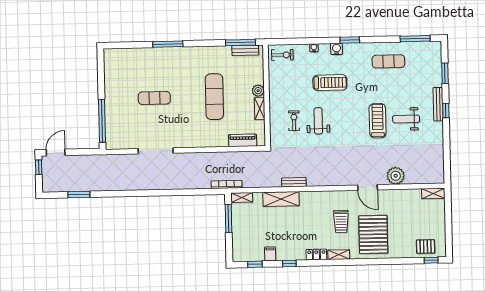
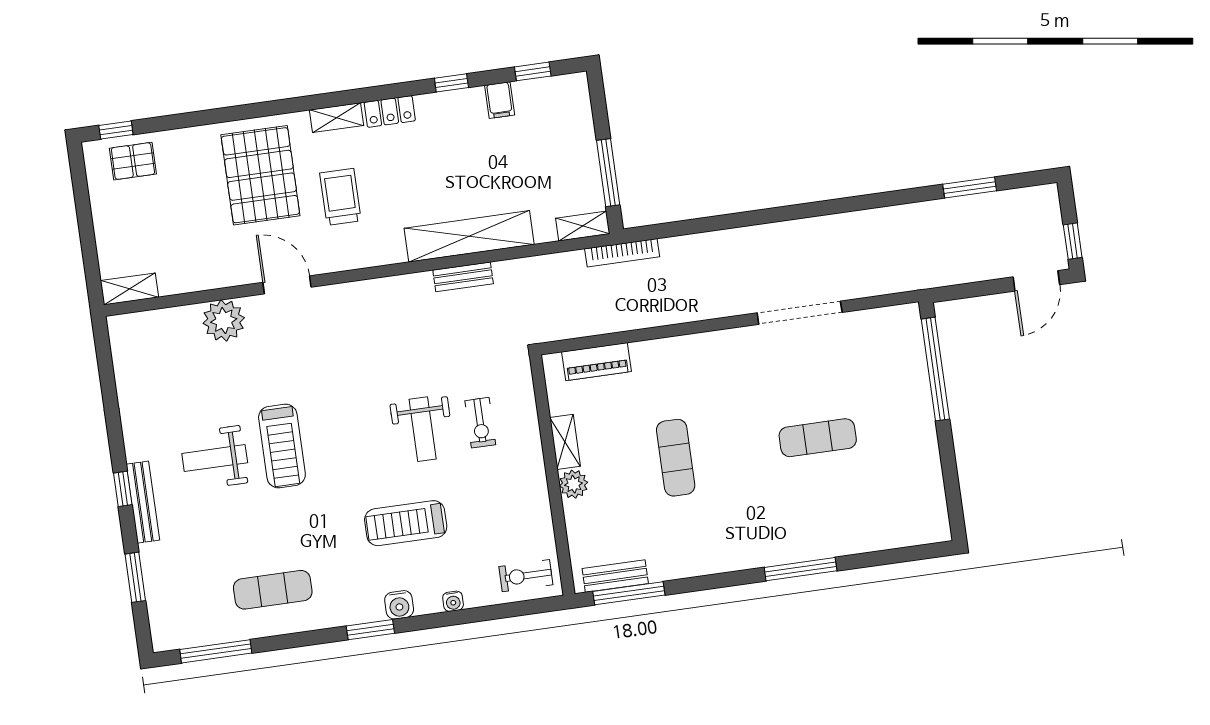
exercise mat: (214, 97) -> (676, 458), width x0.73, depth x0.69
weight bench: (406, 119) -> (215, 458), turned 180
shelving: (281, 199) -> (469, 236), width x1.47

